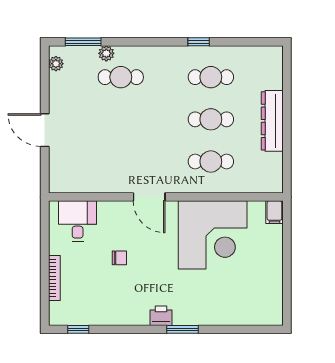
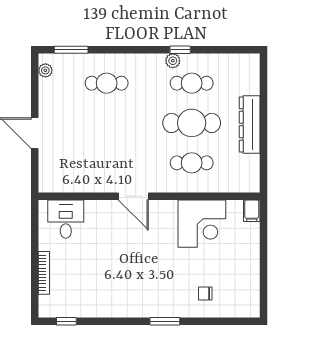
plant: (106, 53) -> (173, 61), moved
cafe table: (211, 119) -> (192, 123), width x1.37, depth x1.35
corner desk: (213, 235) -> (202, 224), width x0.74, depth x0.74
chair: (119, 258) -> (205, 293), moved, turned 180
printer: (161, 316) -> (145, 308), removed

